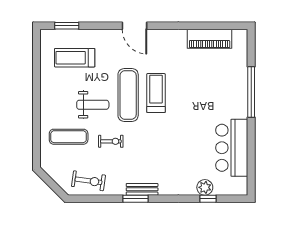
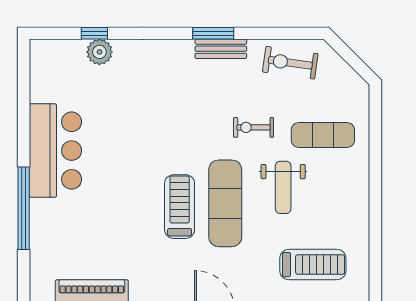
treadmill: (156, 93) -> (180, 207), turned 180
weight bench: (93, 105) -> (283, 187), turned -90
bar counter: (232, 148) -> (55, 151), moved
bench: (142, 189) -> (221, 49), moved

